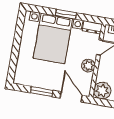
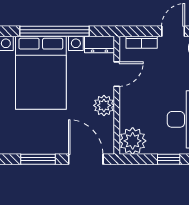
window: (66, 14) -> (55, 31), width x2.11

